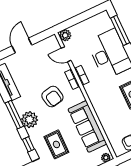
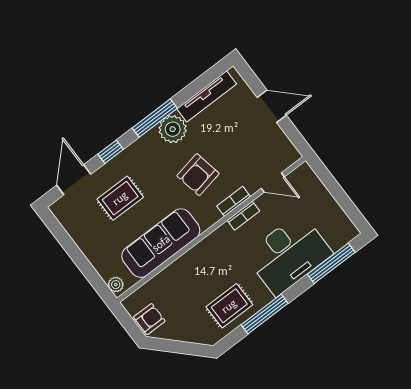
plant: (65, 35) -> (304, 174), removed
door: (66, 54) -> (273, 183), swing flipped
plant: (30, 120) -> (173, 129), moved

